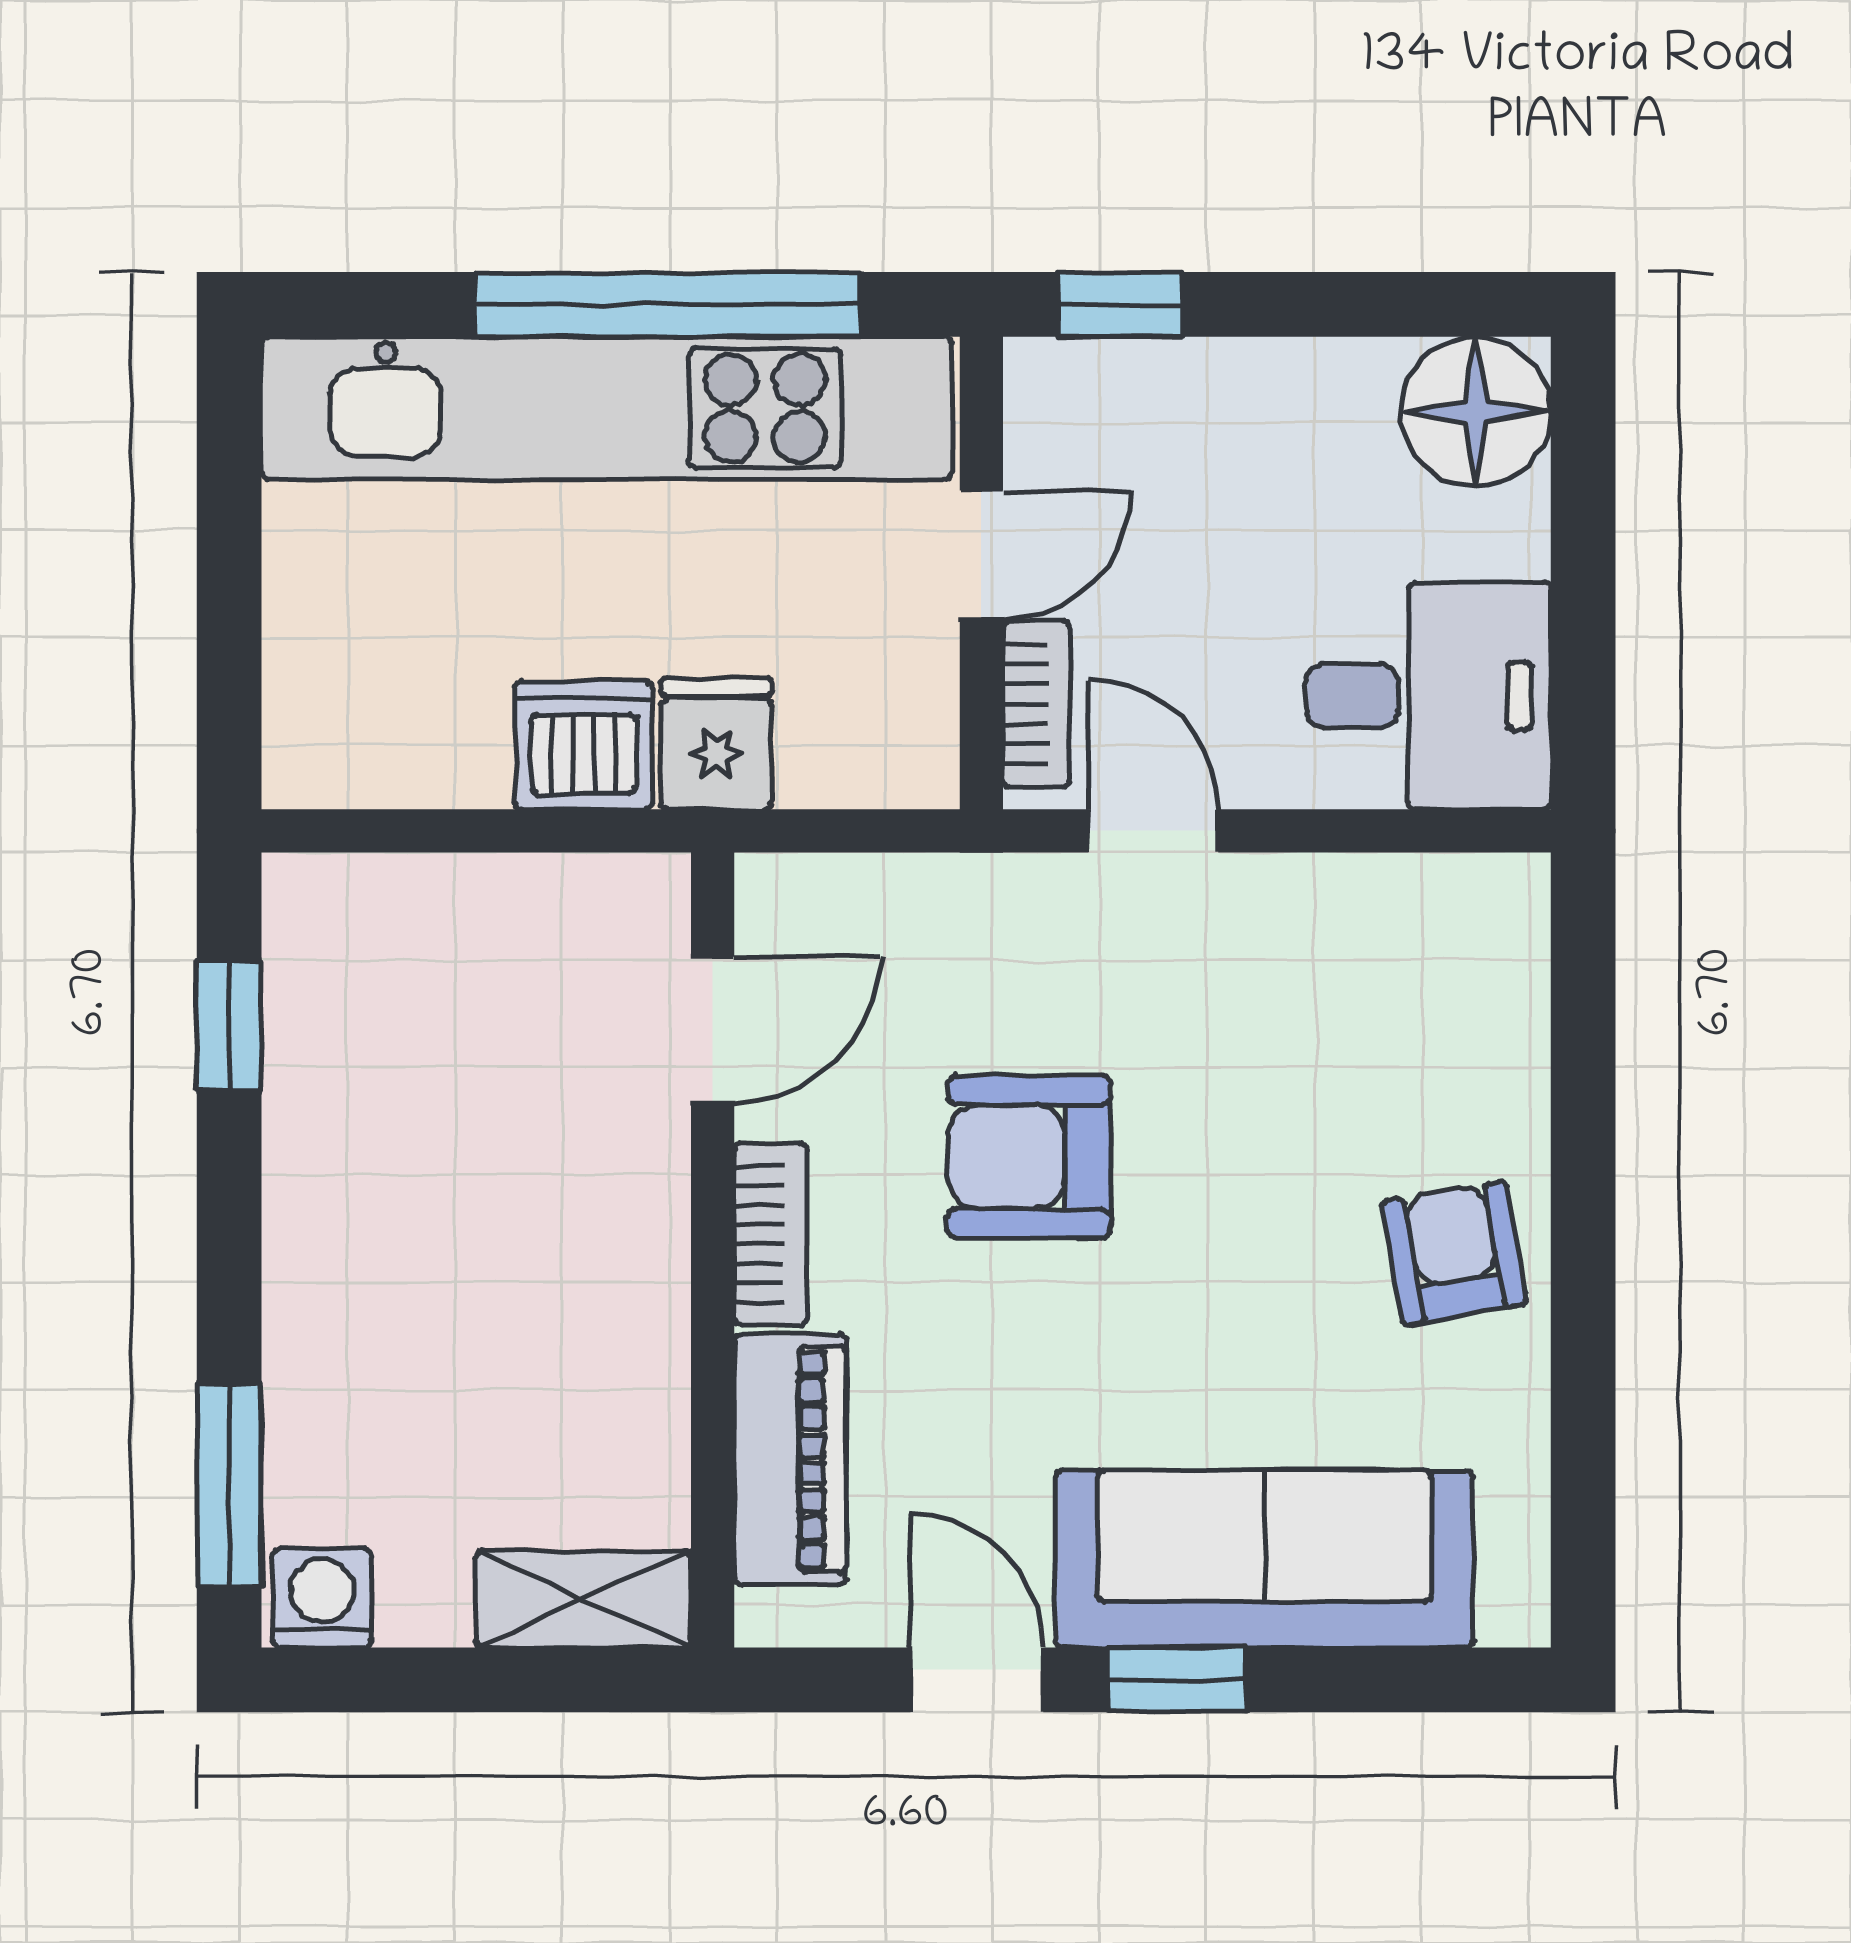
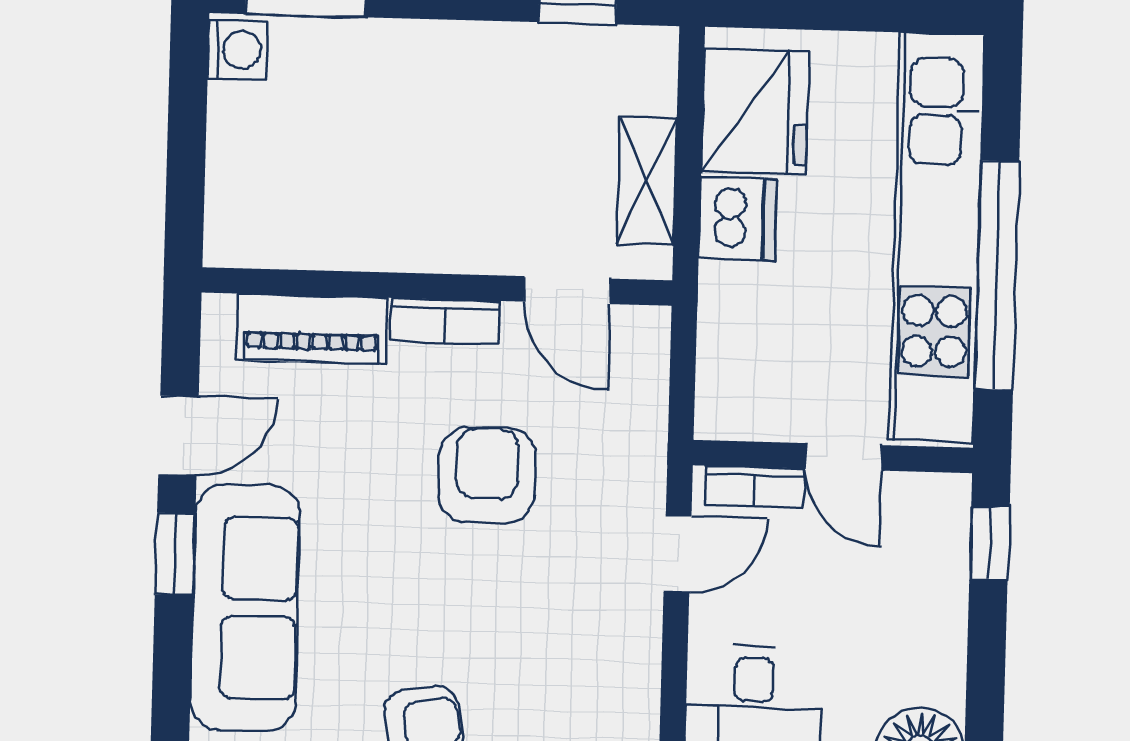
fridge: (716, 743) -> (755, 111), moved, width x1.88, depth x1.34
shelving: (584, 1599) -> (647, 181), moved

